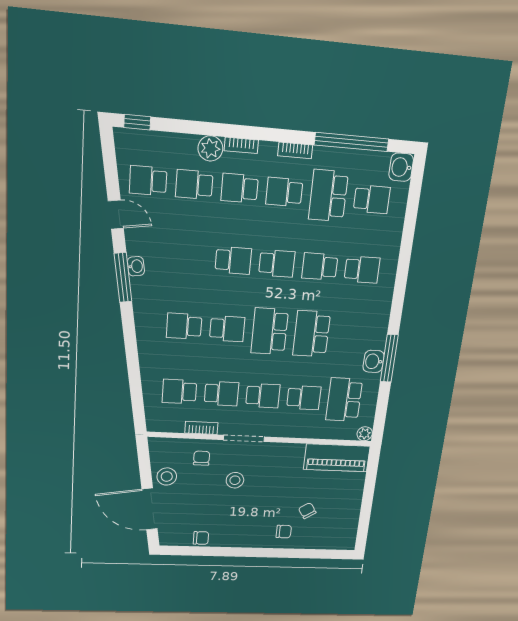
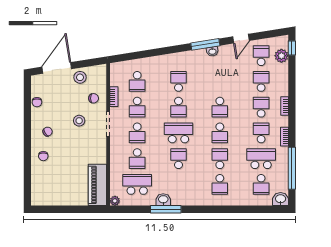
plant: (210, 148) -> (281, 56), moved
school desk: (312, 334) -> (178, 159), width x0.54
school desk: (179, 392) -> (137, 81), turned 180
chair: (307, 511) -> (48, 132), moved

